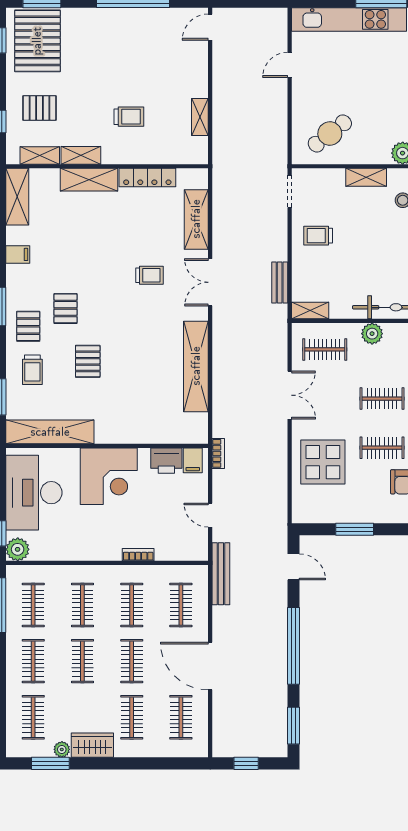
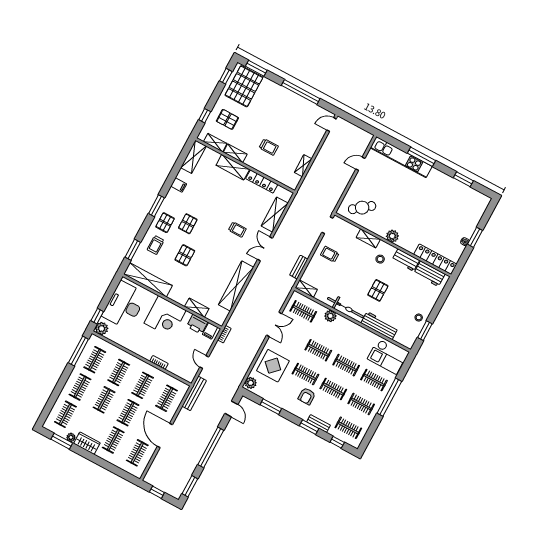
shelving: (152, 435) -> (197, 308), added
plant: (302, 509) -> (251, 383), added

